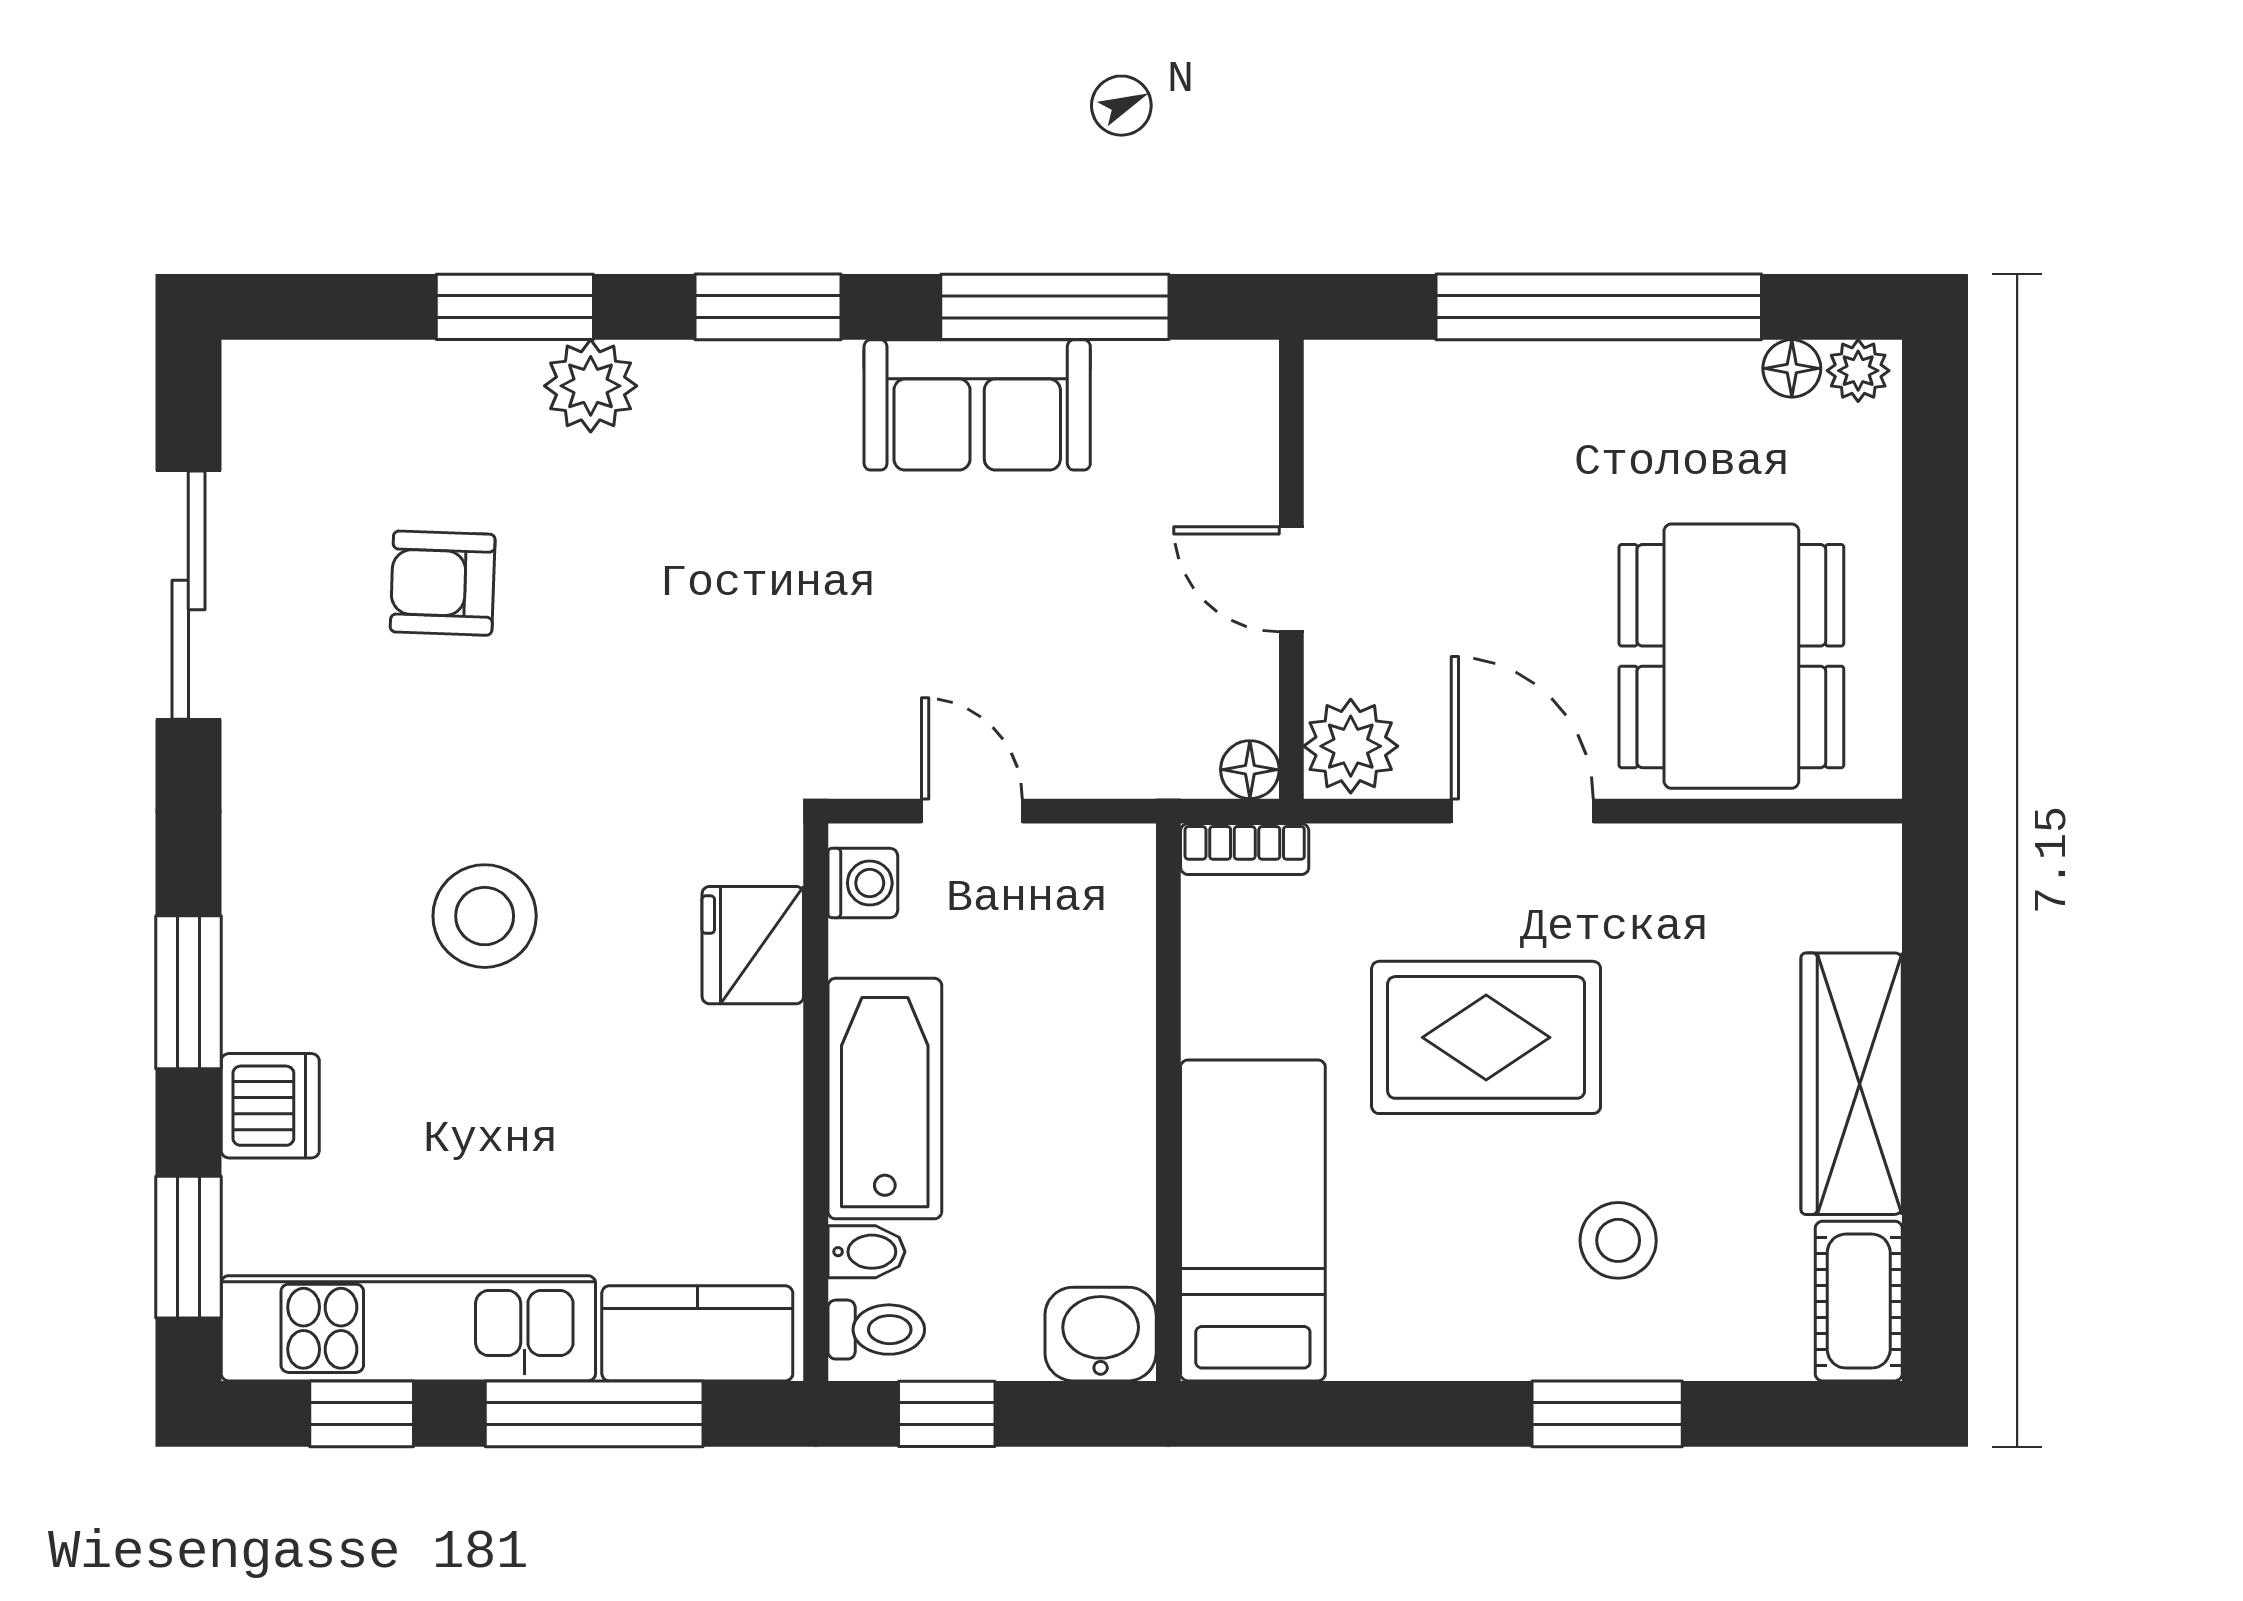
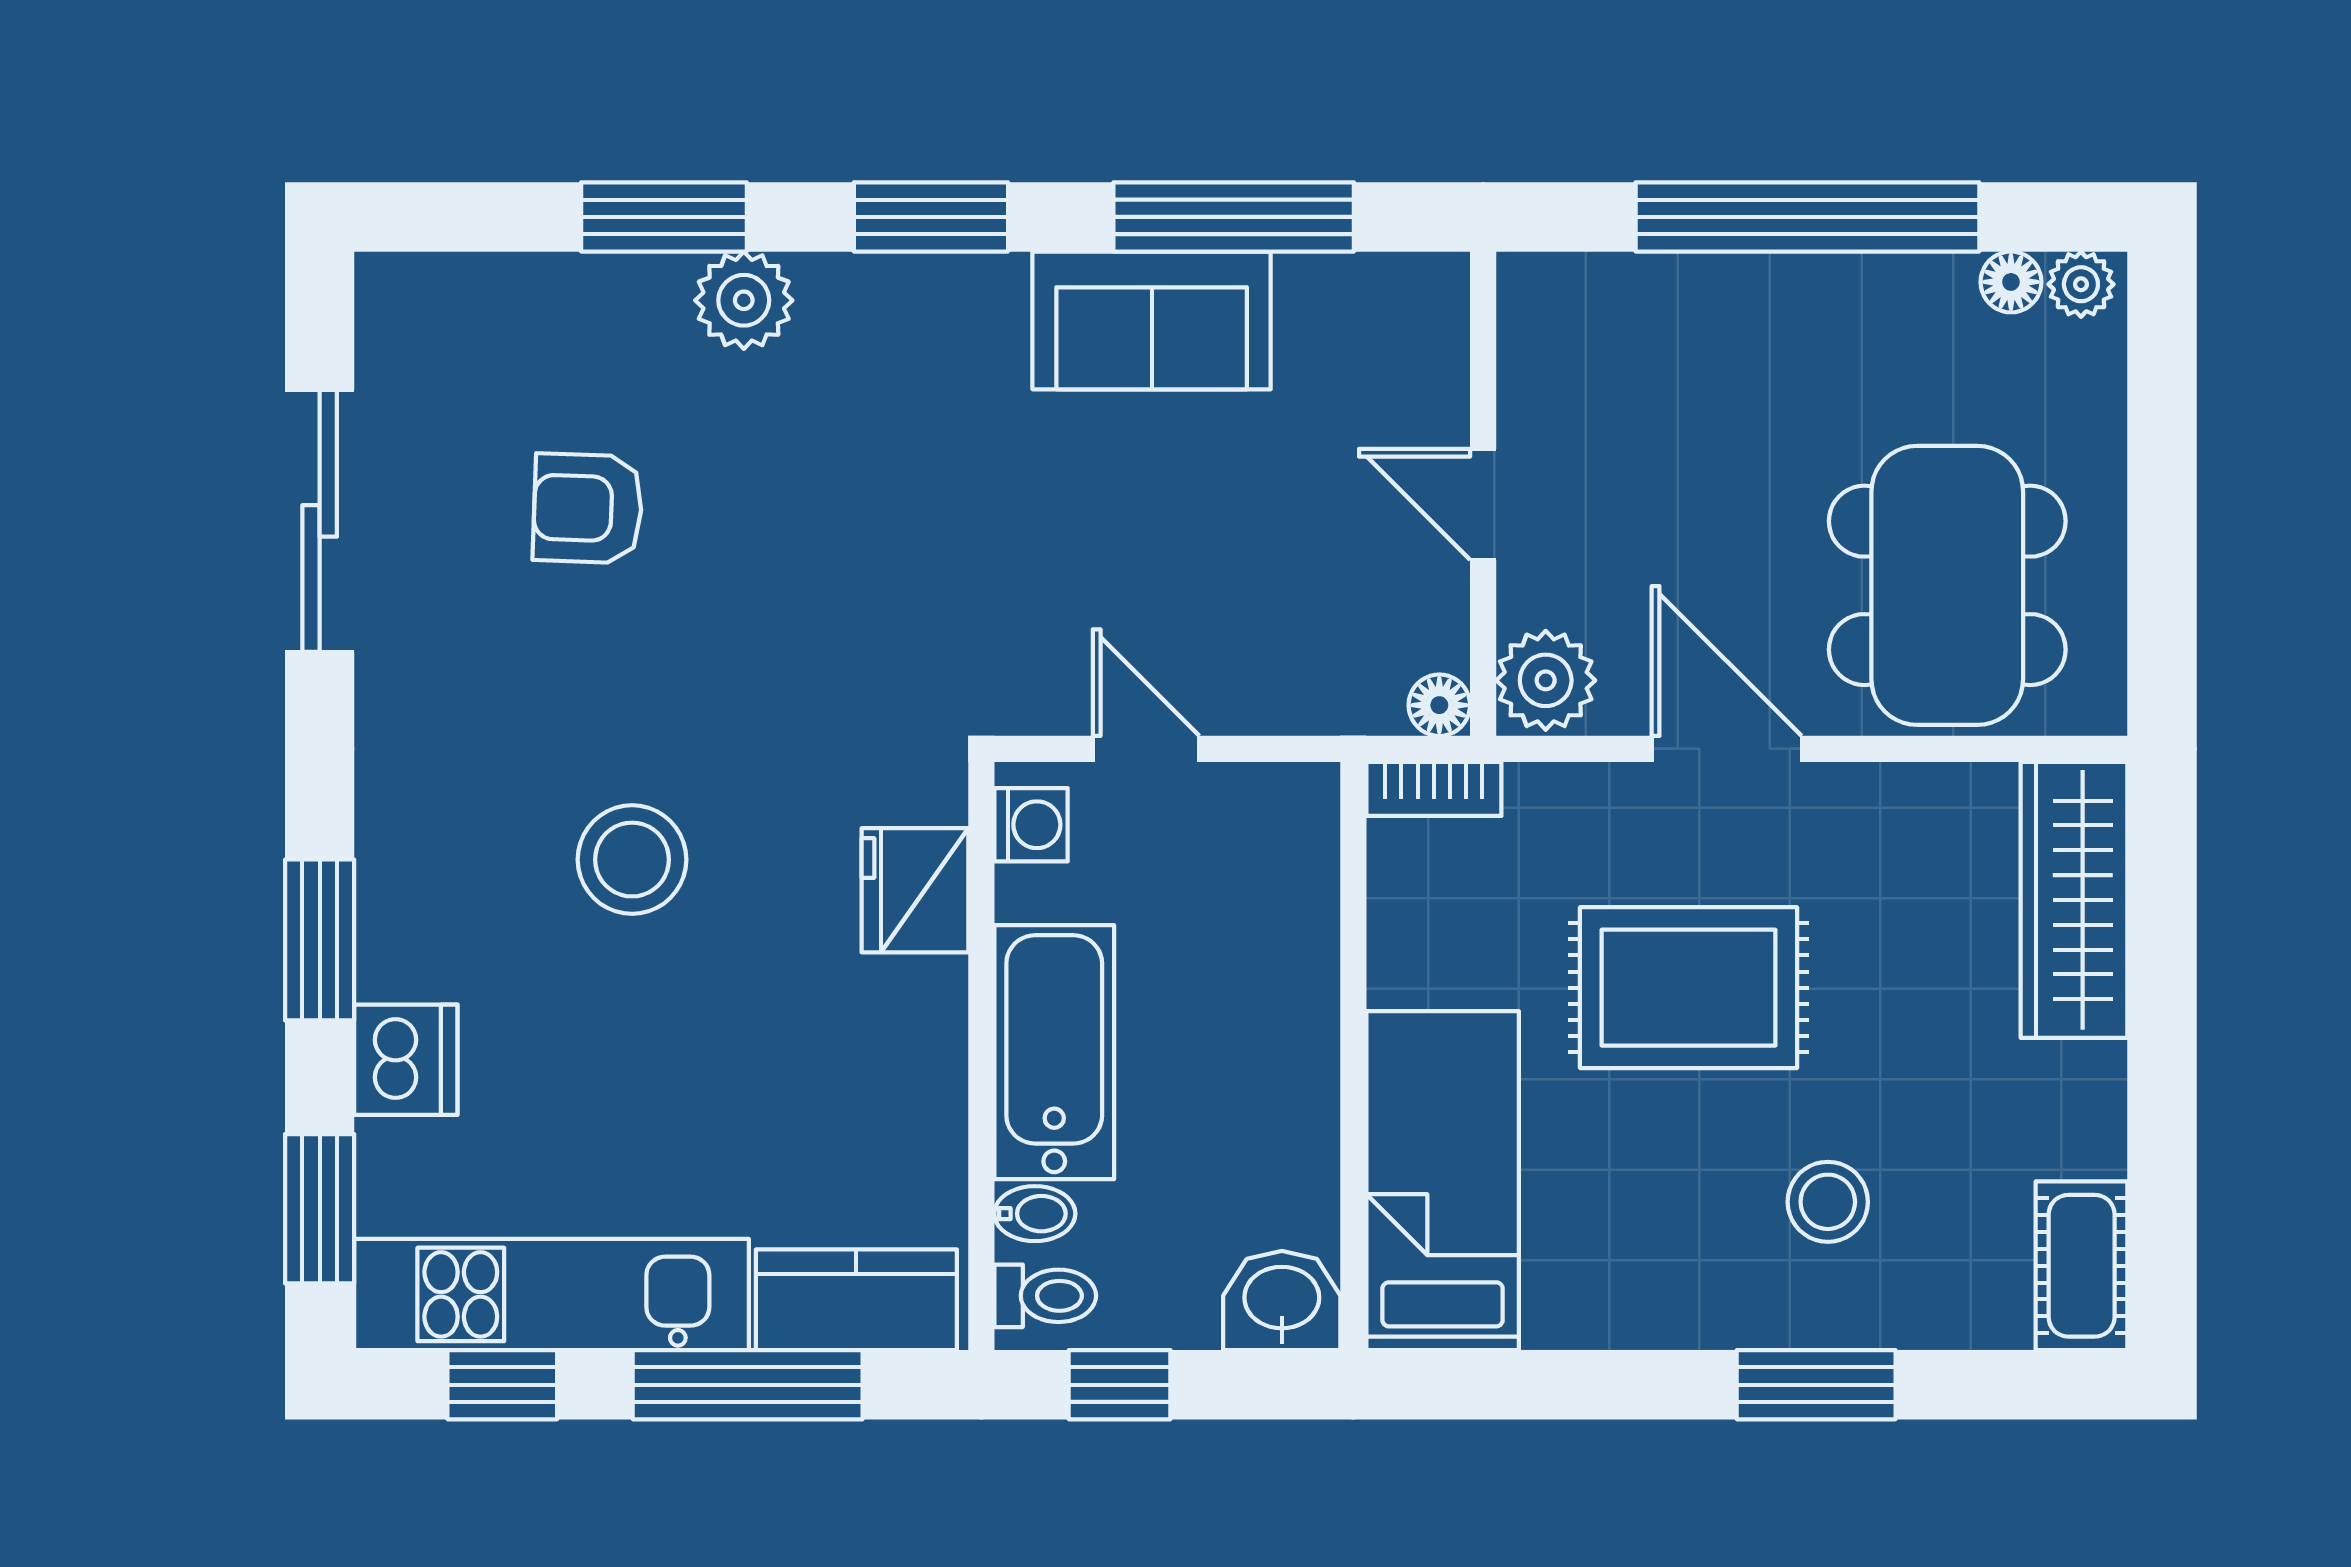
wardrobe: (1852, 1084) -> (2074, 900), moved

